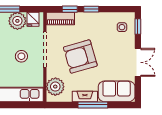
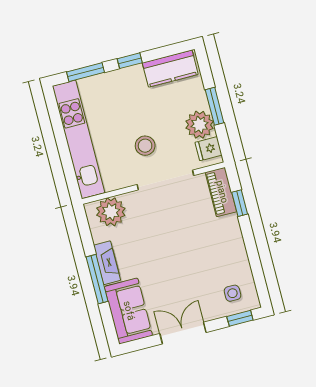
window: (91, 9) -> (248, 237), removed
armchair: (80, 57) -> (169, 239), removed
double door: (138, 62) -> (183, 333), swing flipped

